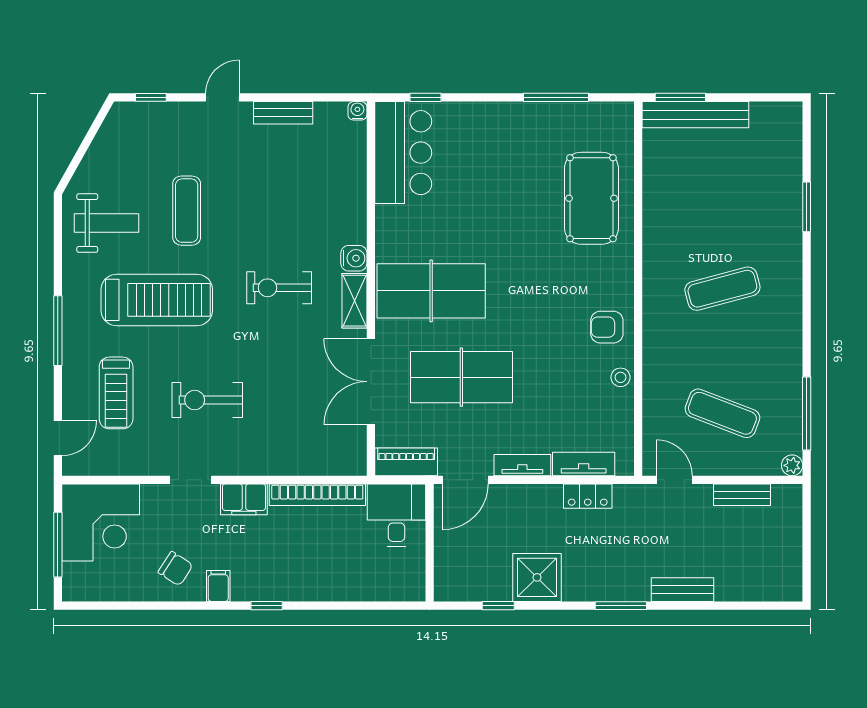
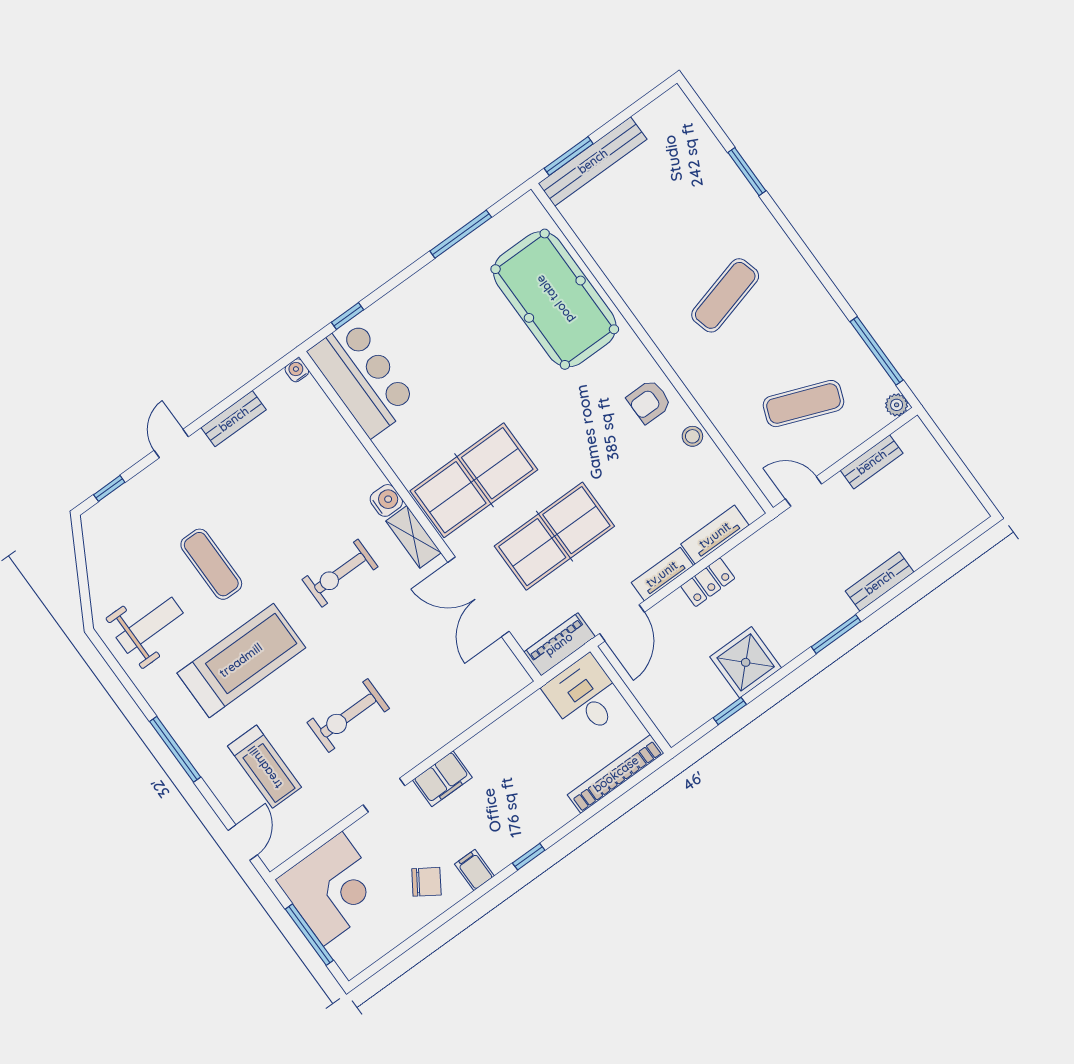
pool table: (591, 198) -> (555, 299), width x1.36, depth x1.32
bookcase: (317, 495) -> (616, 774), moved, turned 180
locker: (588, 496) -> (708, 582), moved

